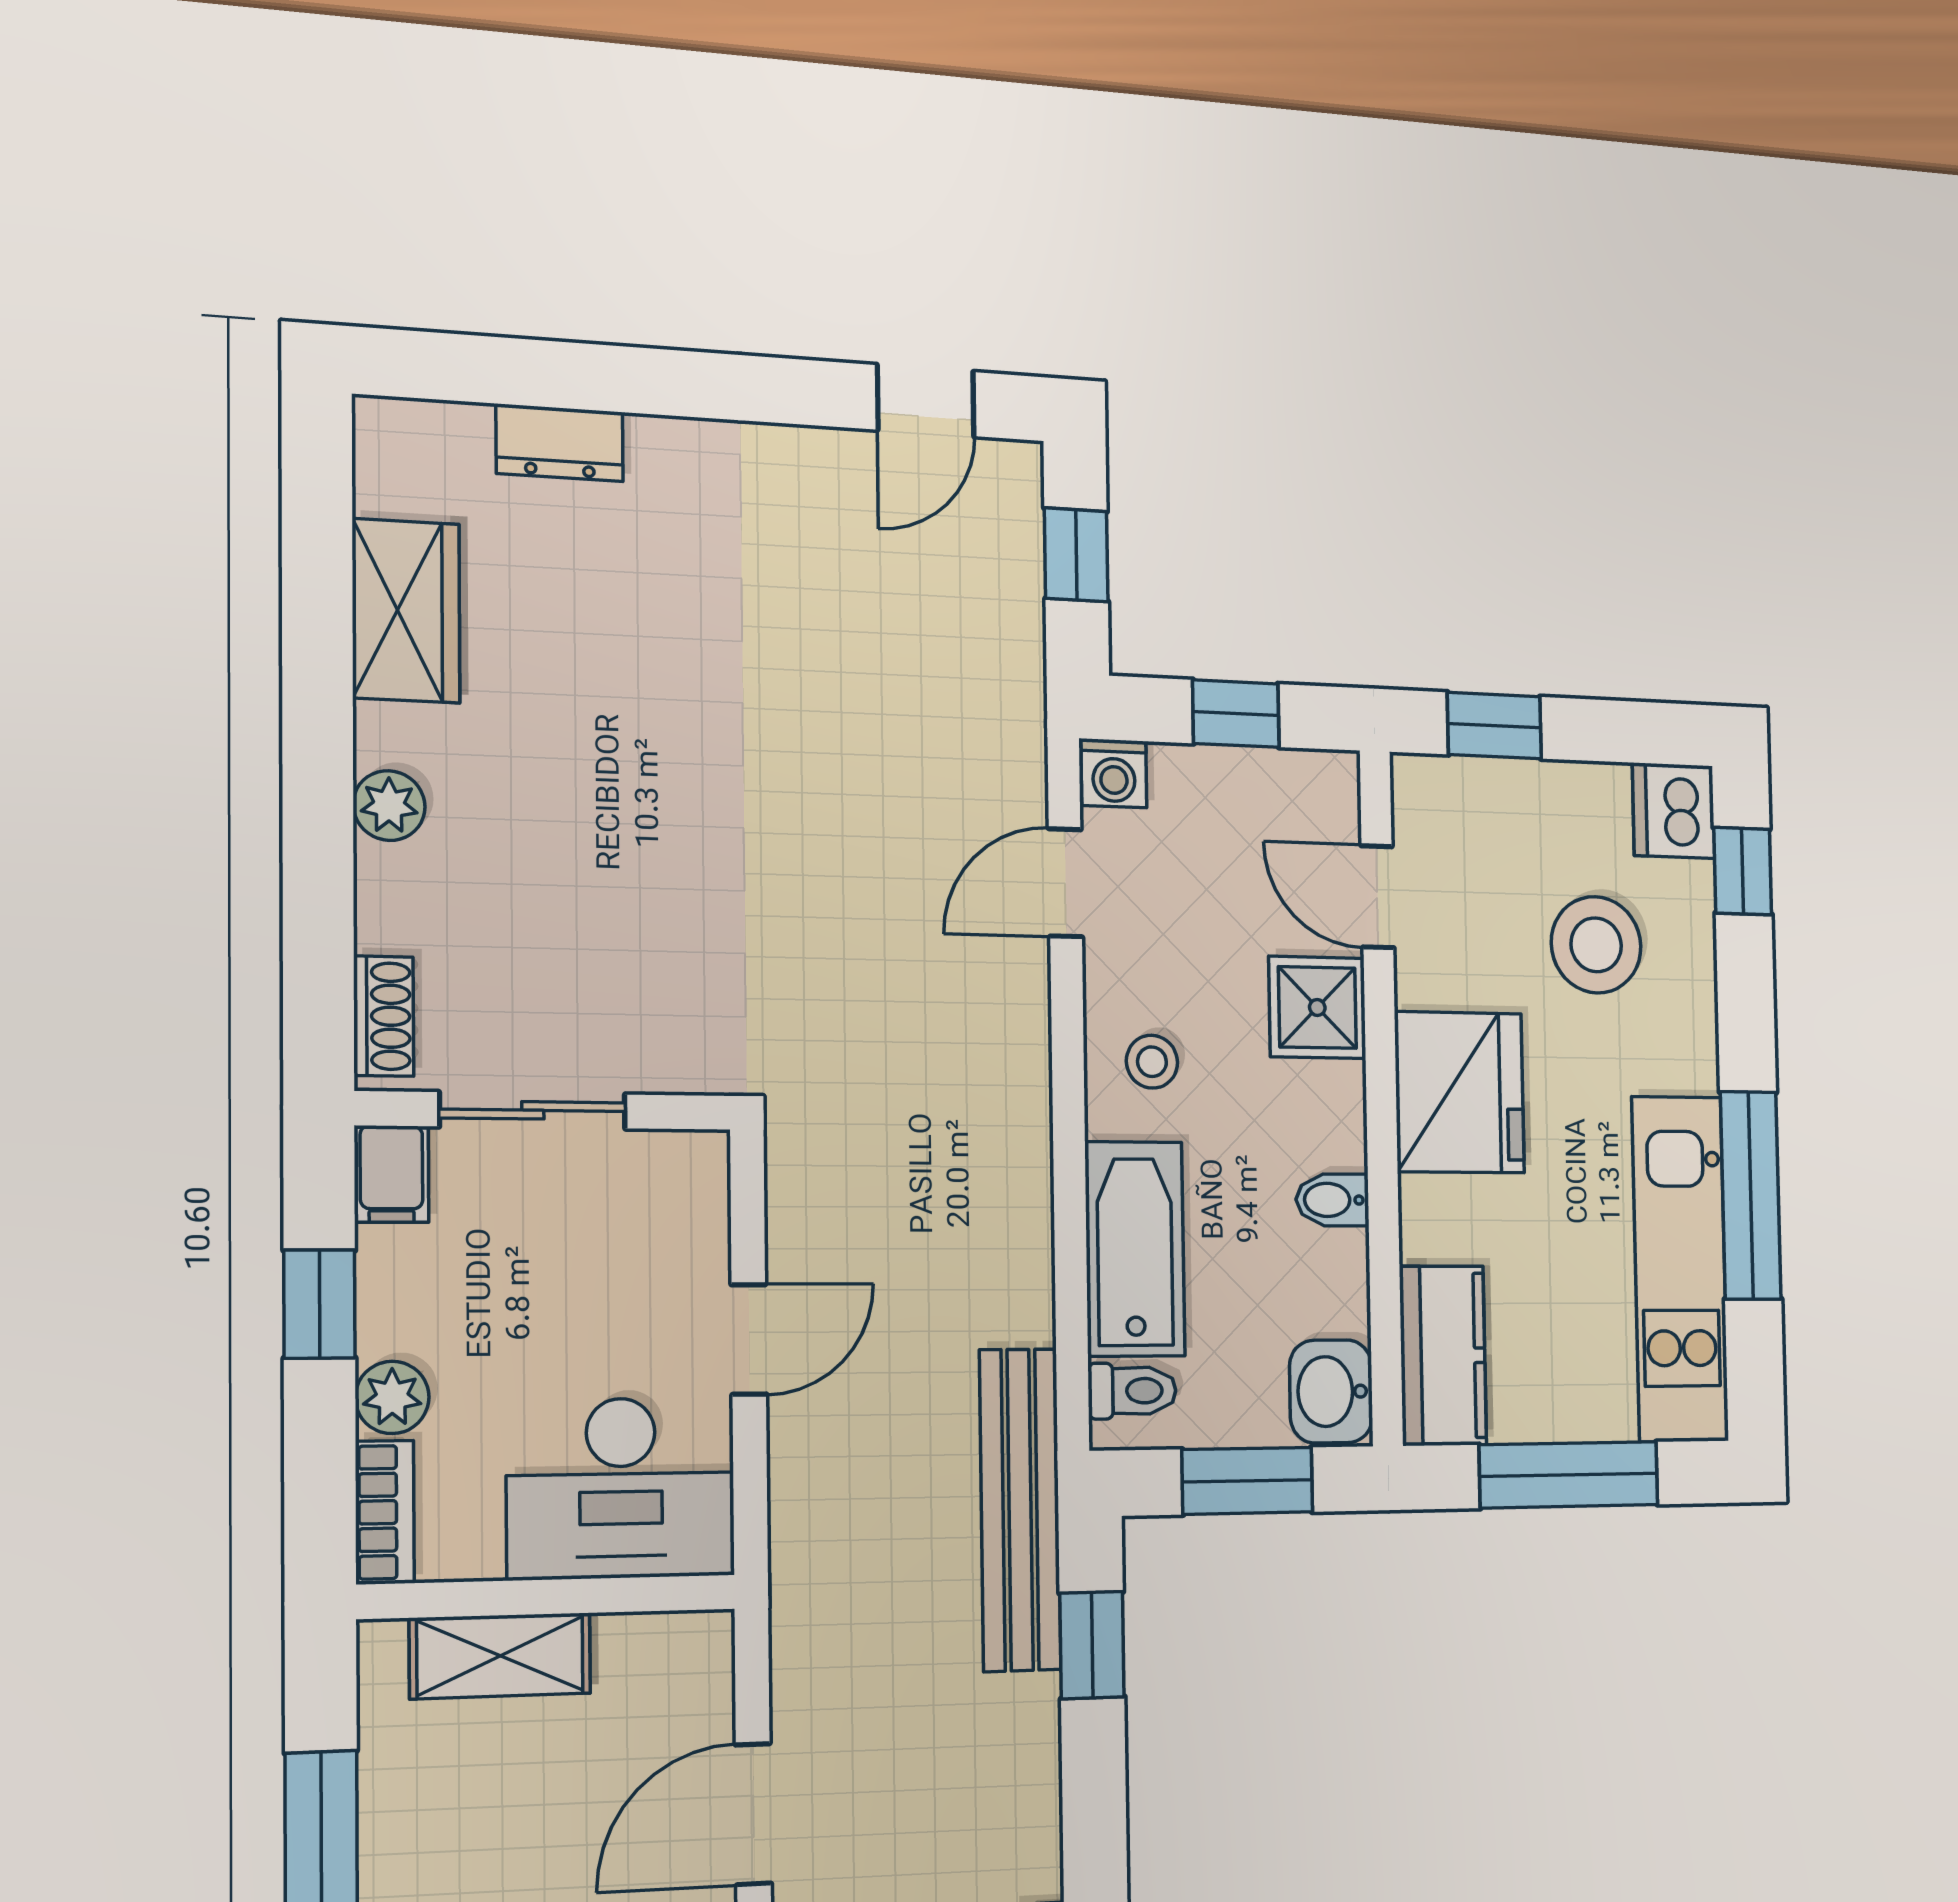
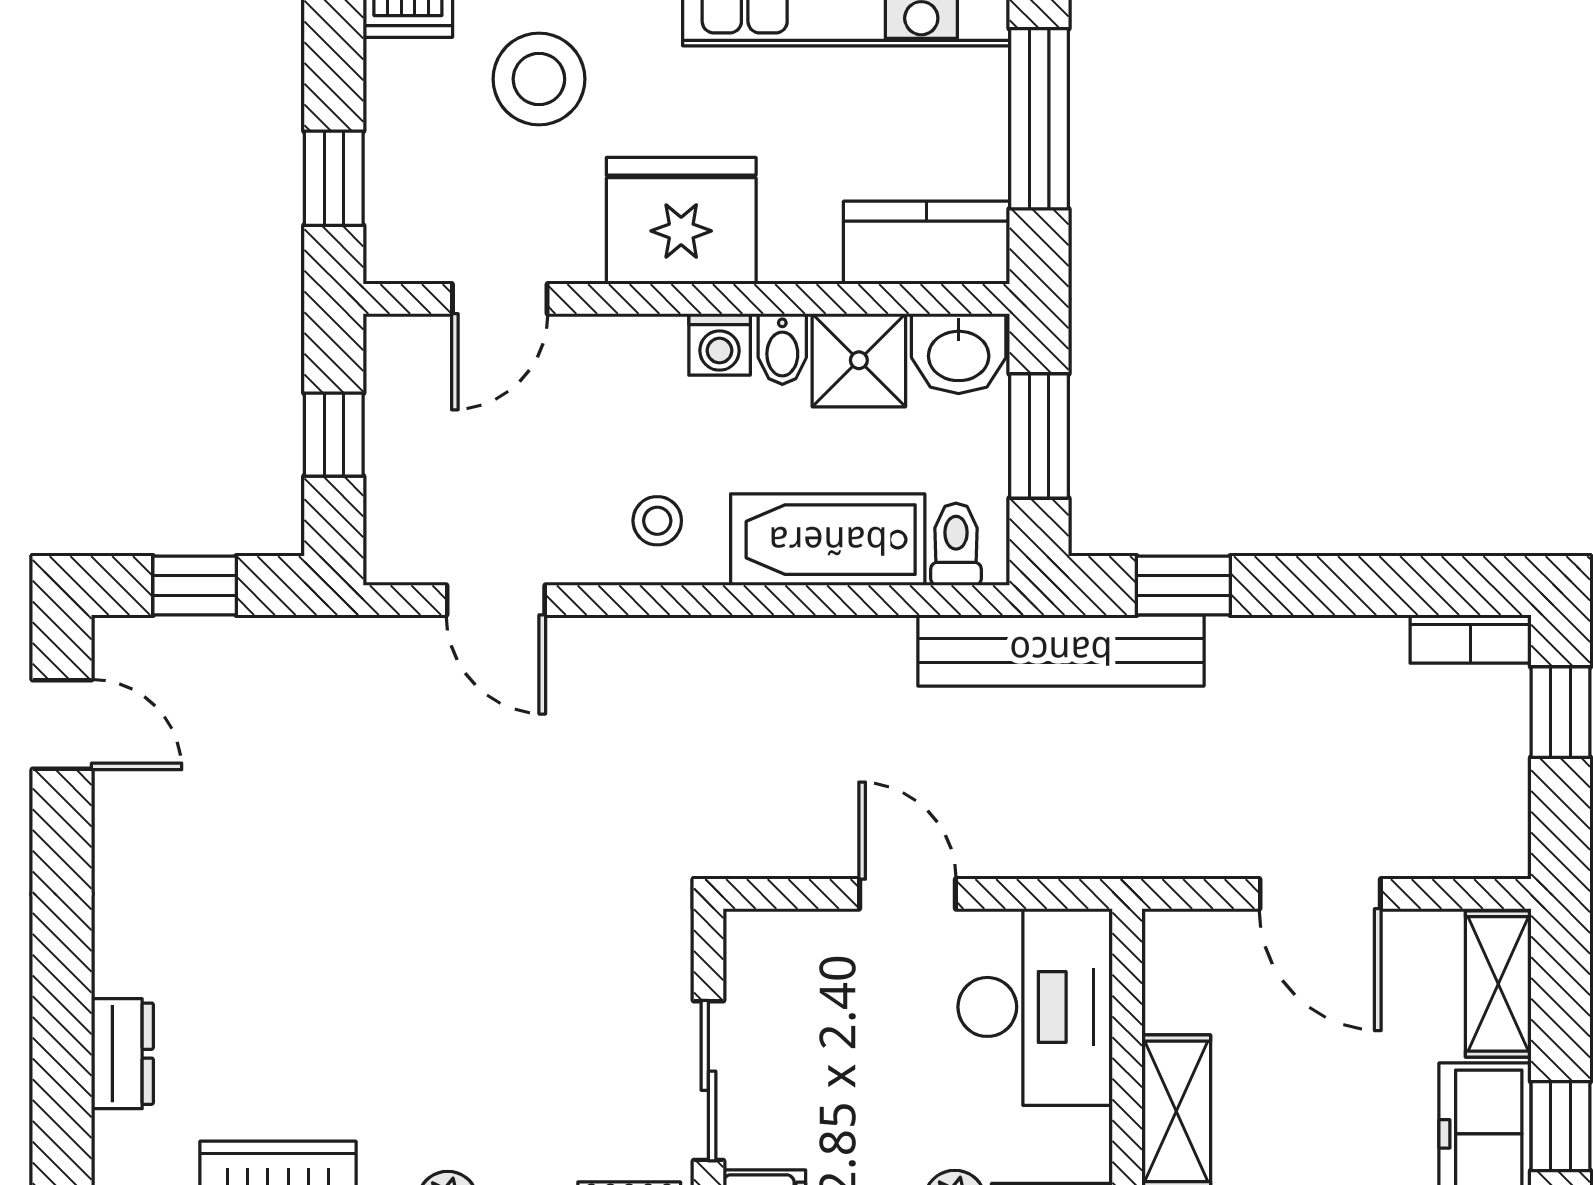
washing machine: (1114, 773) -> (720, 344), moved, turned 90
shower: (1317, 1007) -> (859, 360), moved

